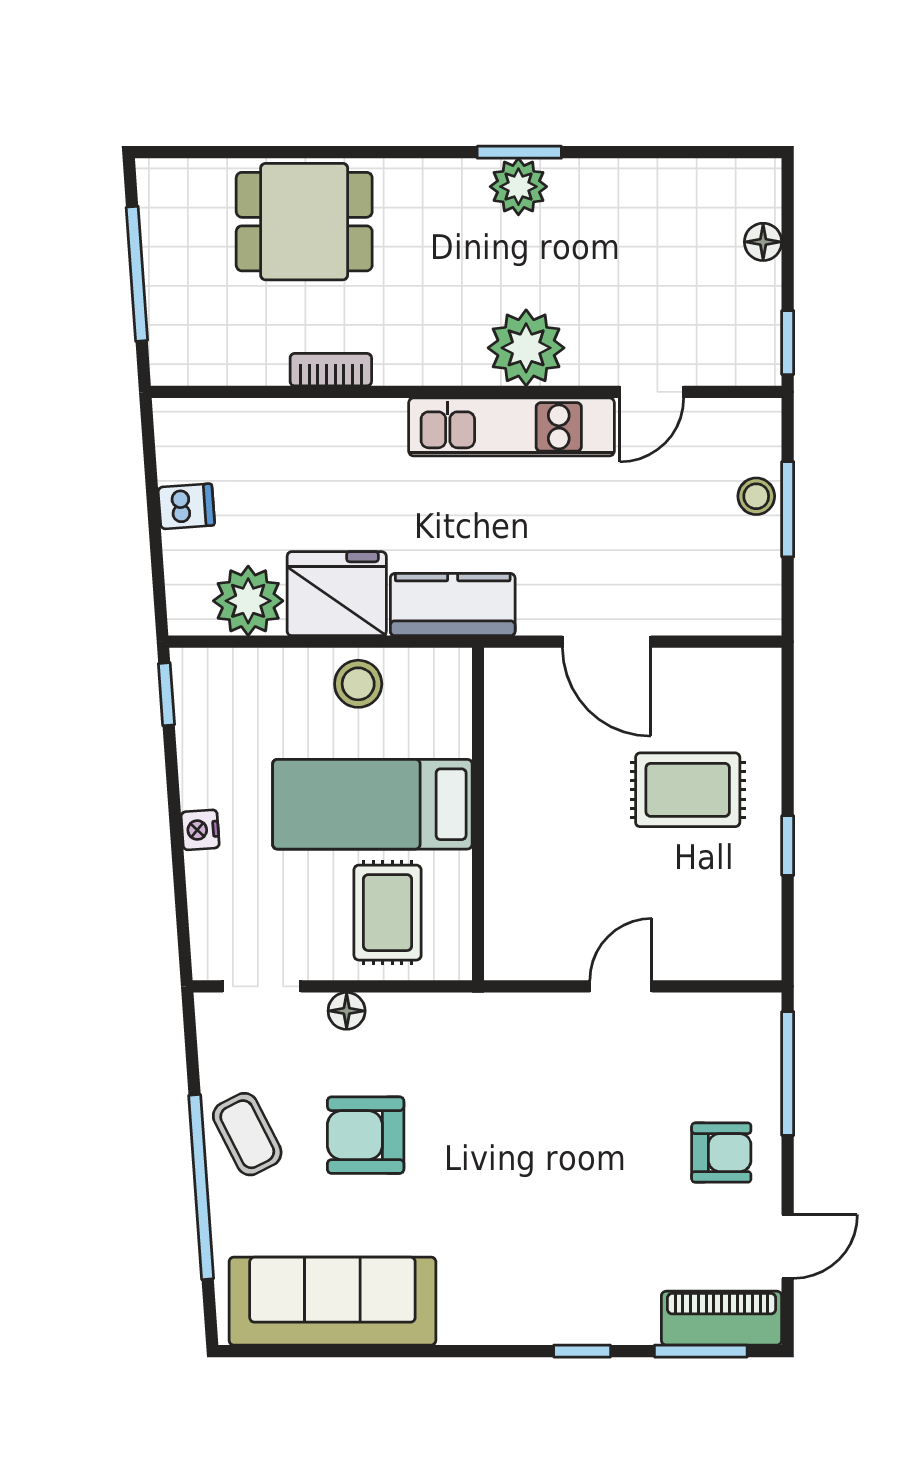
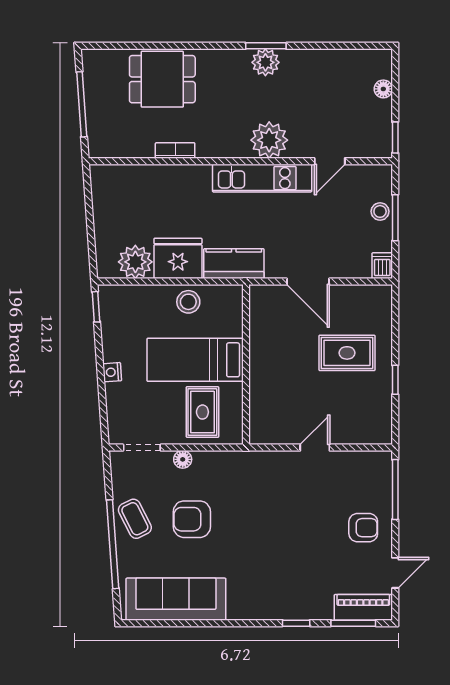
dishwasher: (186, 506) -> (382, 266), moved, turned -86

